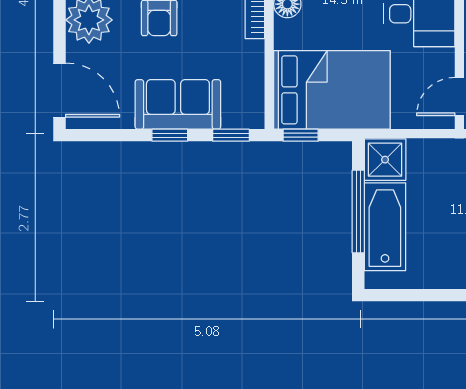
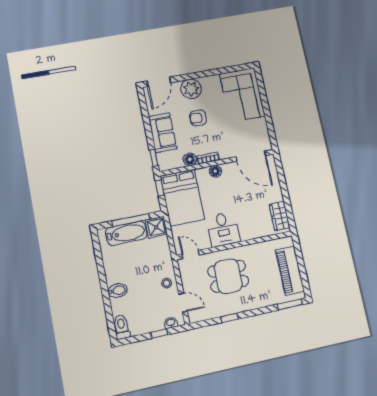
floor lamp: (250, 56) -> (190, 159), added
window: (170, 135) -> (149, 132), removed

